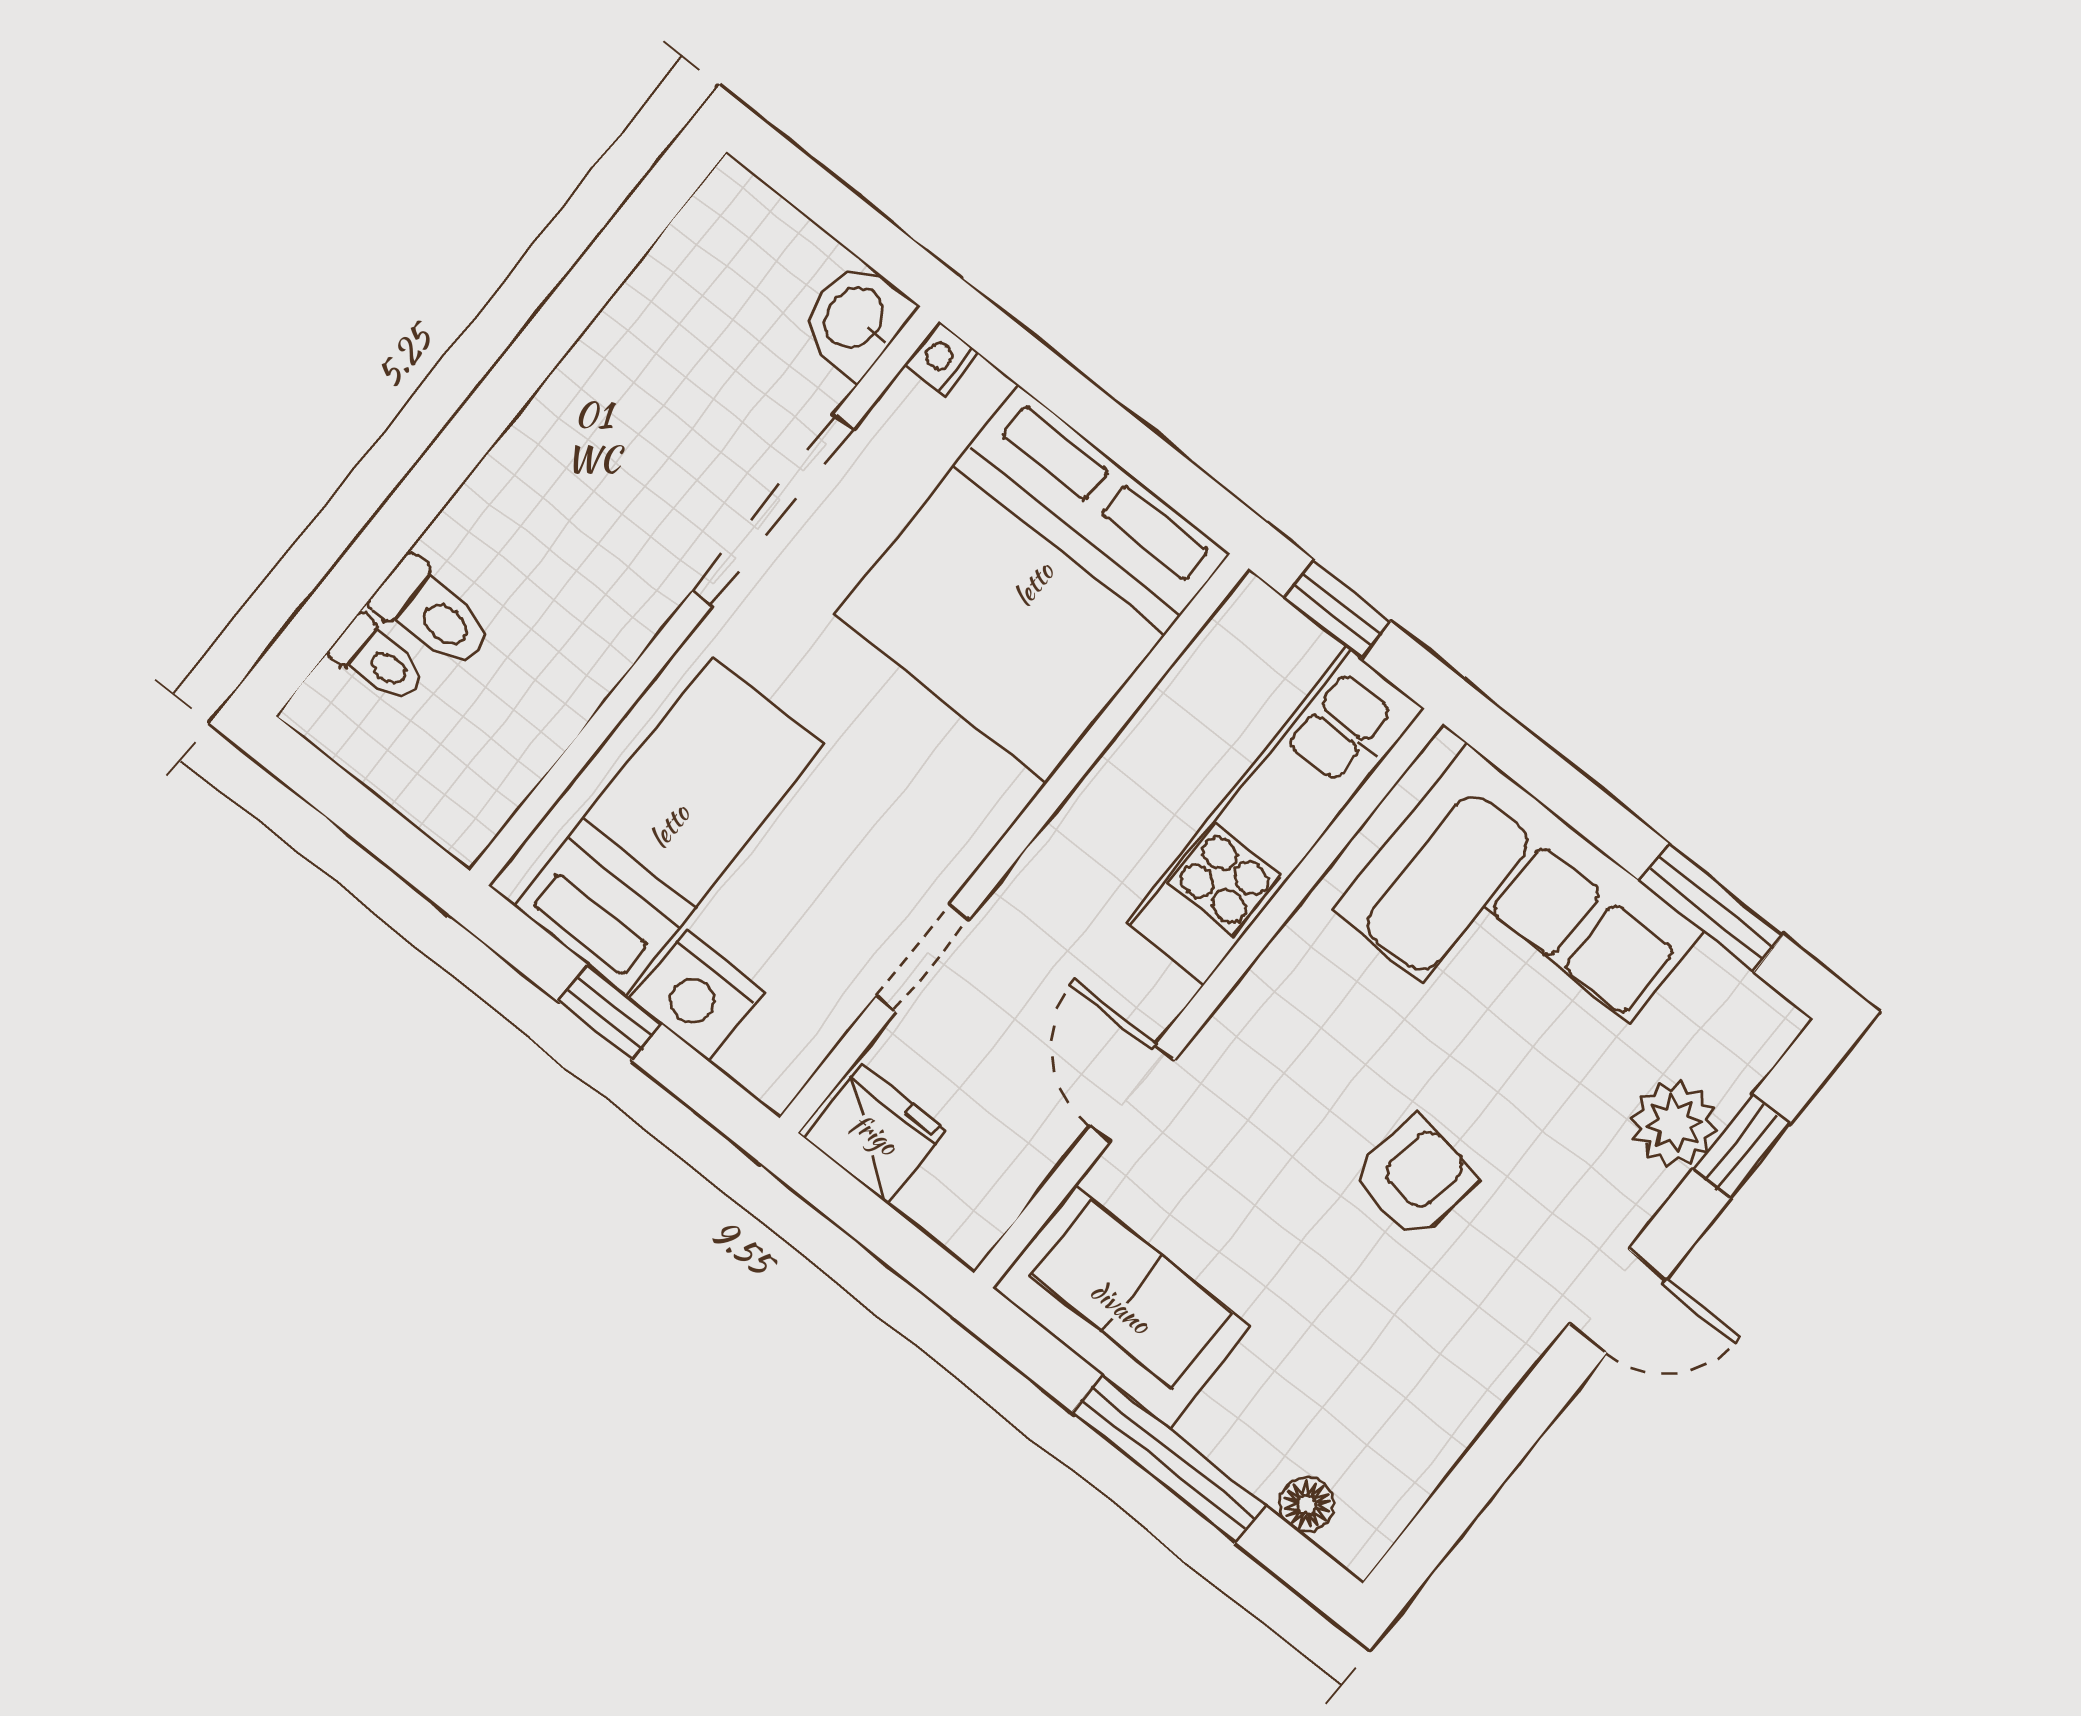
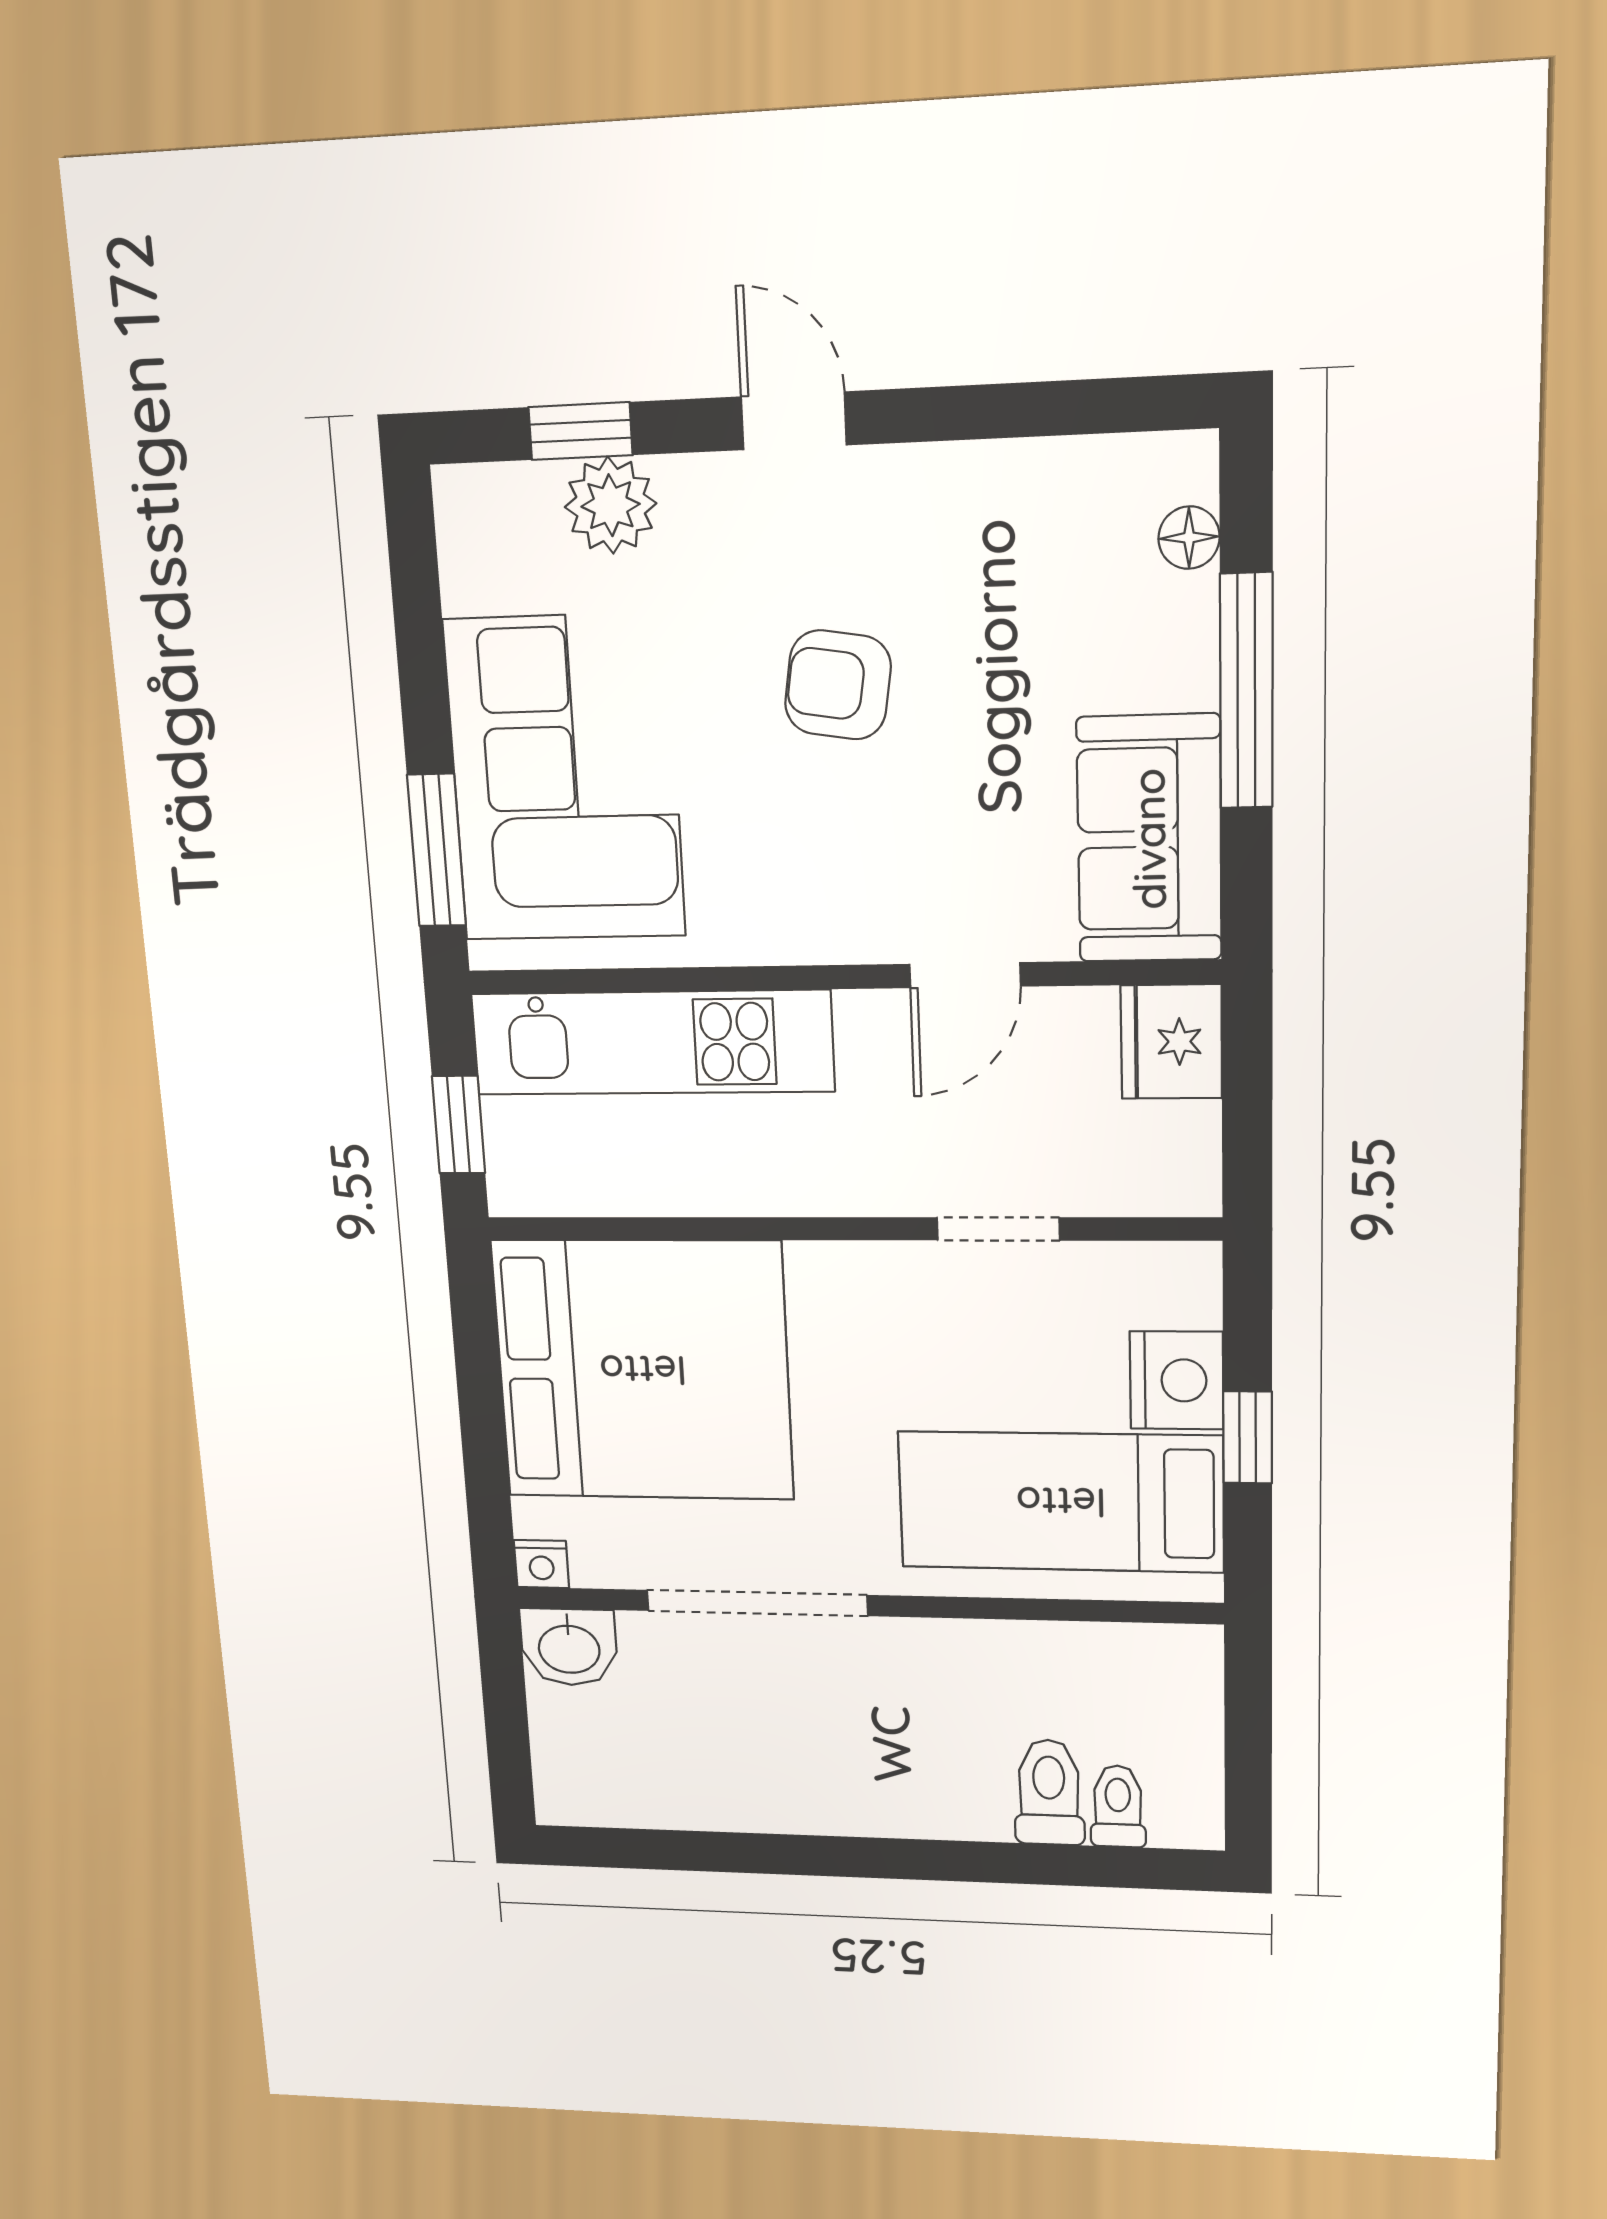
window: (1712, 908) -> (437, 850), moved
fridge: (875, 1134) -> (1171, 1042), moved

